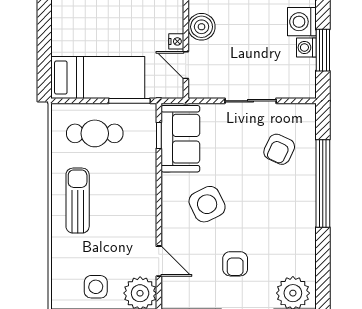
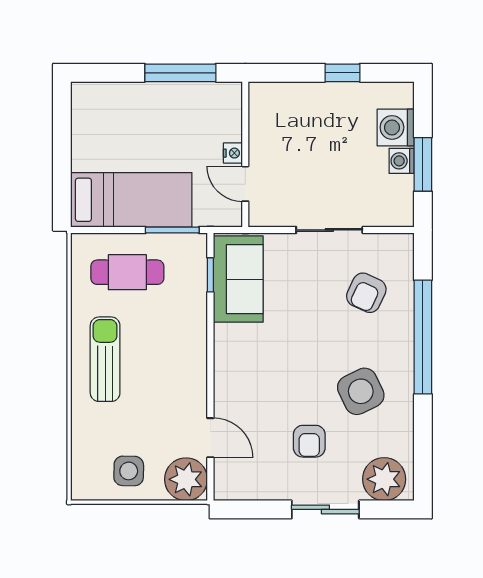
boiler: (202, 27) -> (266, 134), removed
side table: (207, 204) -> (361, 391), moved

